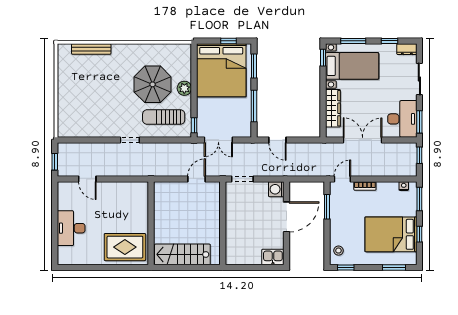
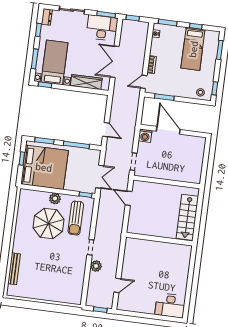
door: (277, 140) -> (106, 130), hinge flipped
plant: (108, 150) -> (96, 266), added
door: (342, 179) -> (144, 82), hinge flipped
desk: (71, 228) -> (170, 305), moved
bed: (391, 234) -> (193, 49), width x0.67
rug: (125, 247) -> (175, 262), removed
kitchen sink: (273, 257) -> (199, 145), removed

